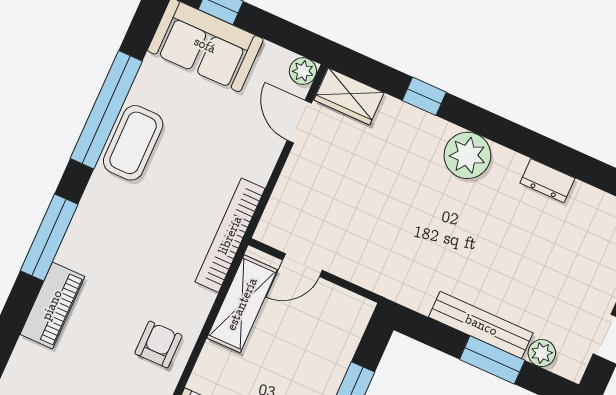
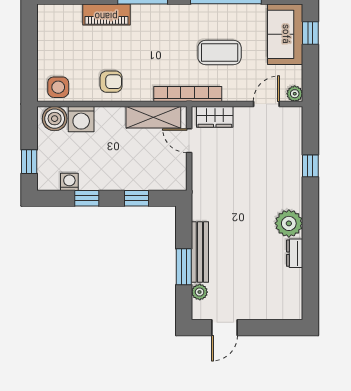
wardrobe: (349, 96) -> (215, 117), moved, turned -90
coffee table: (133, 143) -> (220, 52), moved
plant: (467, 155) -> (289, 223), moved

